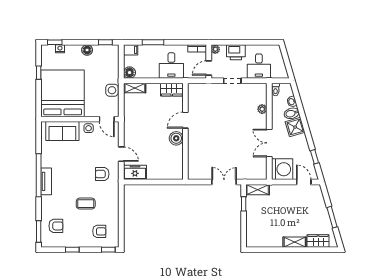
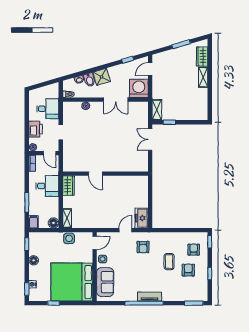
boiler: (176, 138) -> (111, 182), removed
armchair: (56, 226) -> (188, 270), moved

